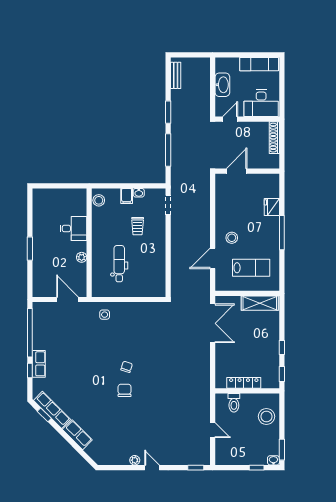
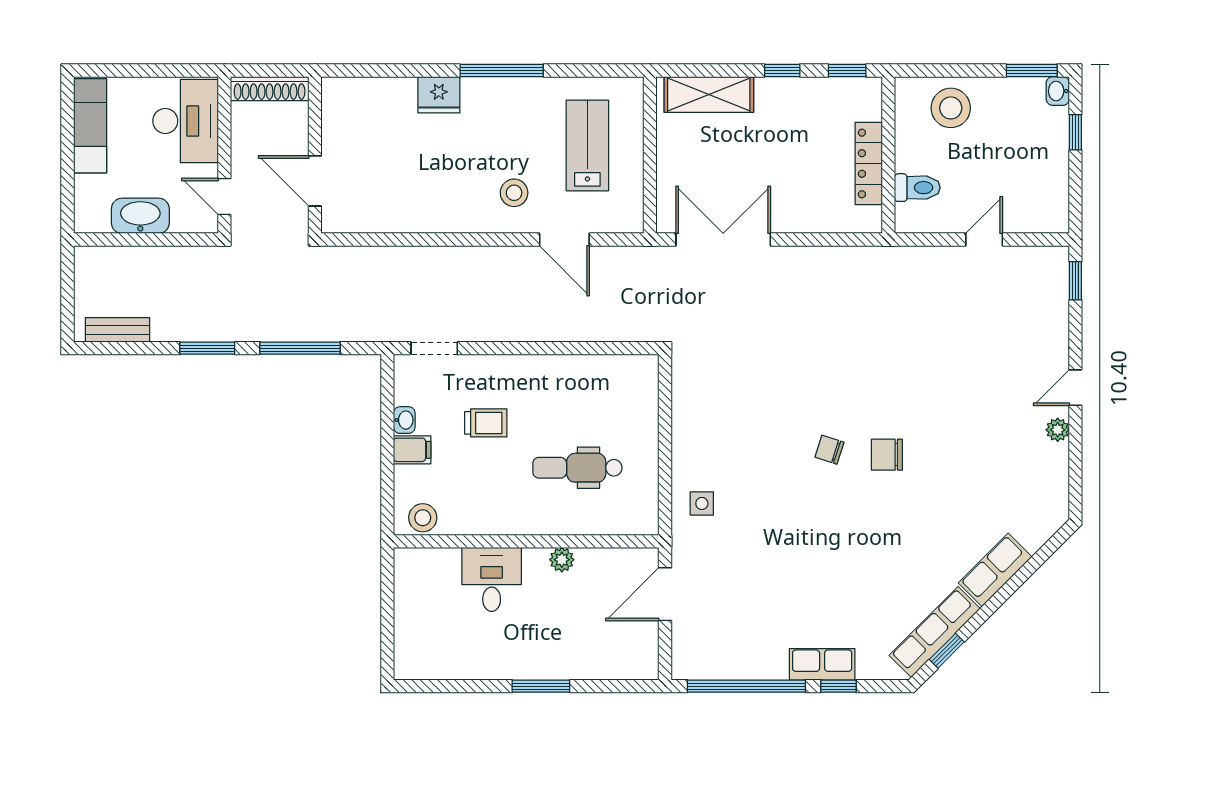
door: (237, 171) -> (315, 181), moved
wall: (247, 171) -> (315, 155), moved
shelving: (260, 303) -> (709, 94), moved, turned 90

